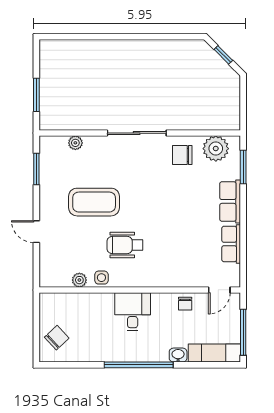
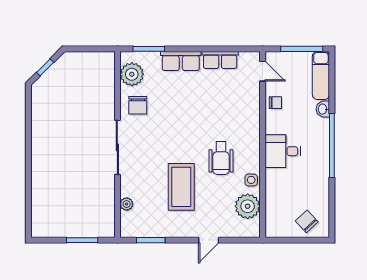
plant: (79, 280) -> (248, 206), width x1.88, depth x1.88

